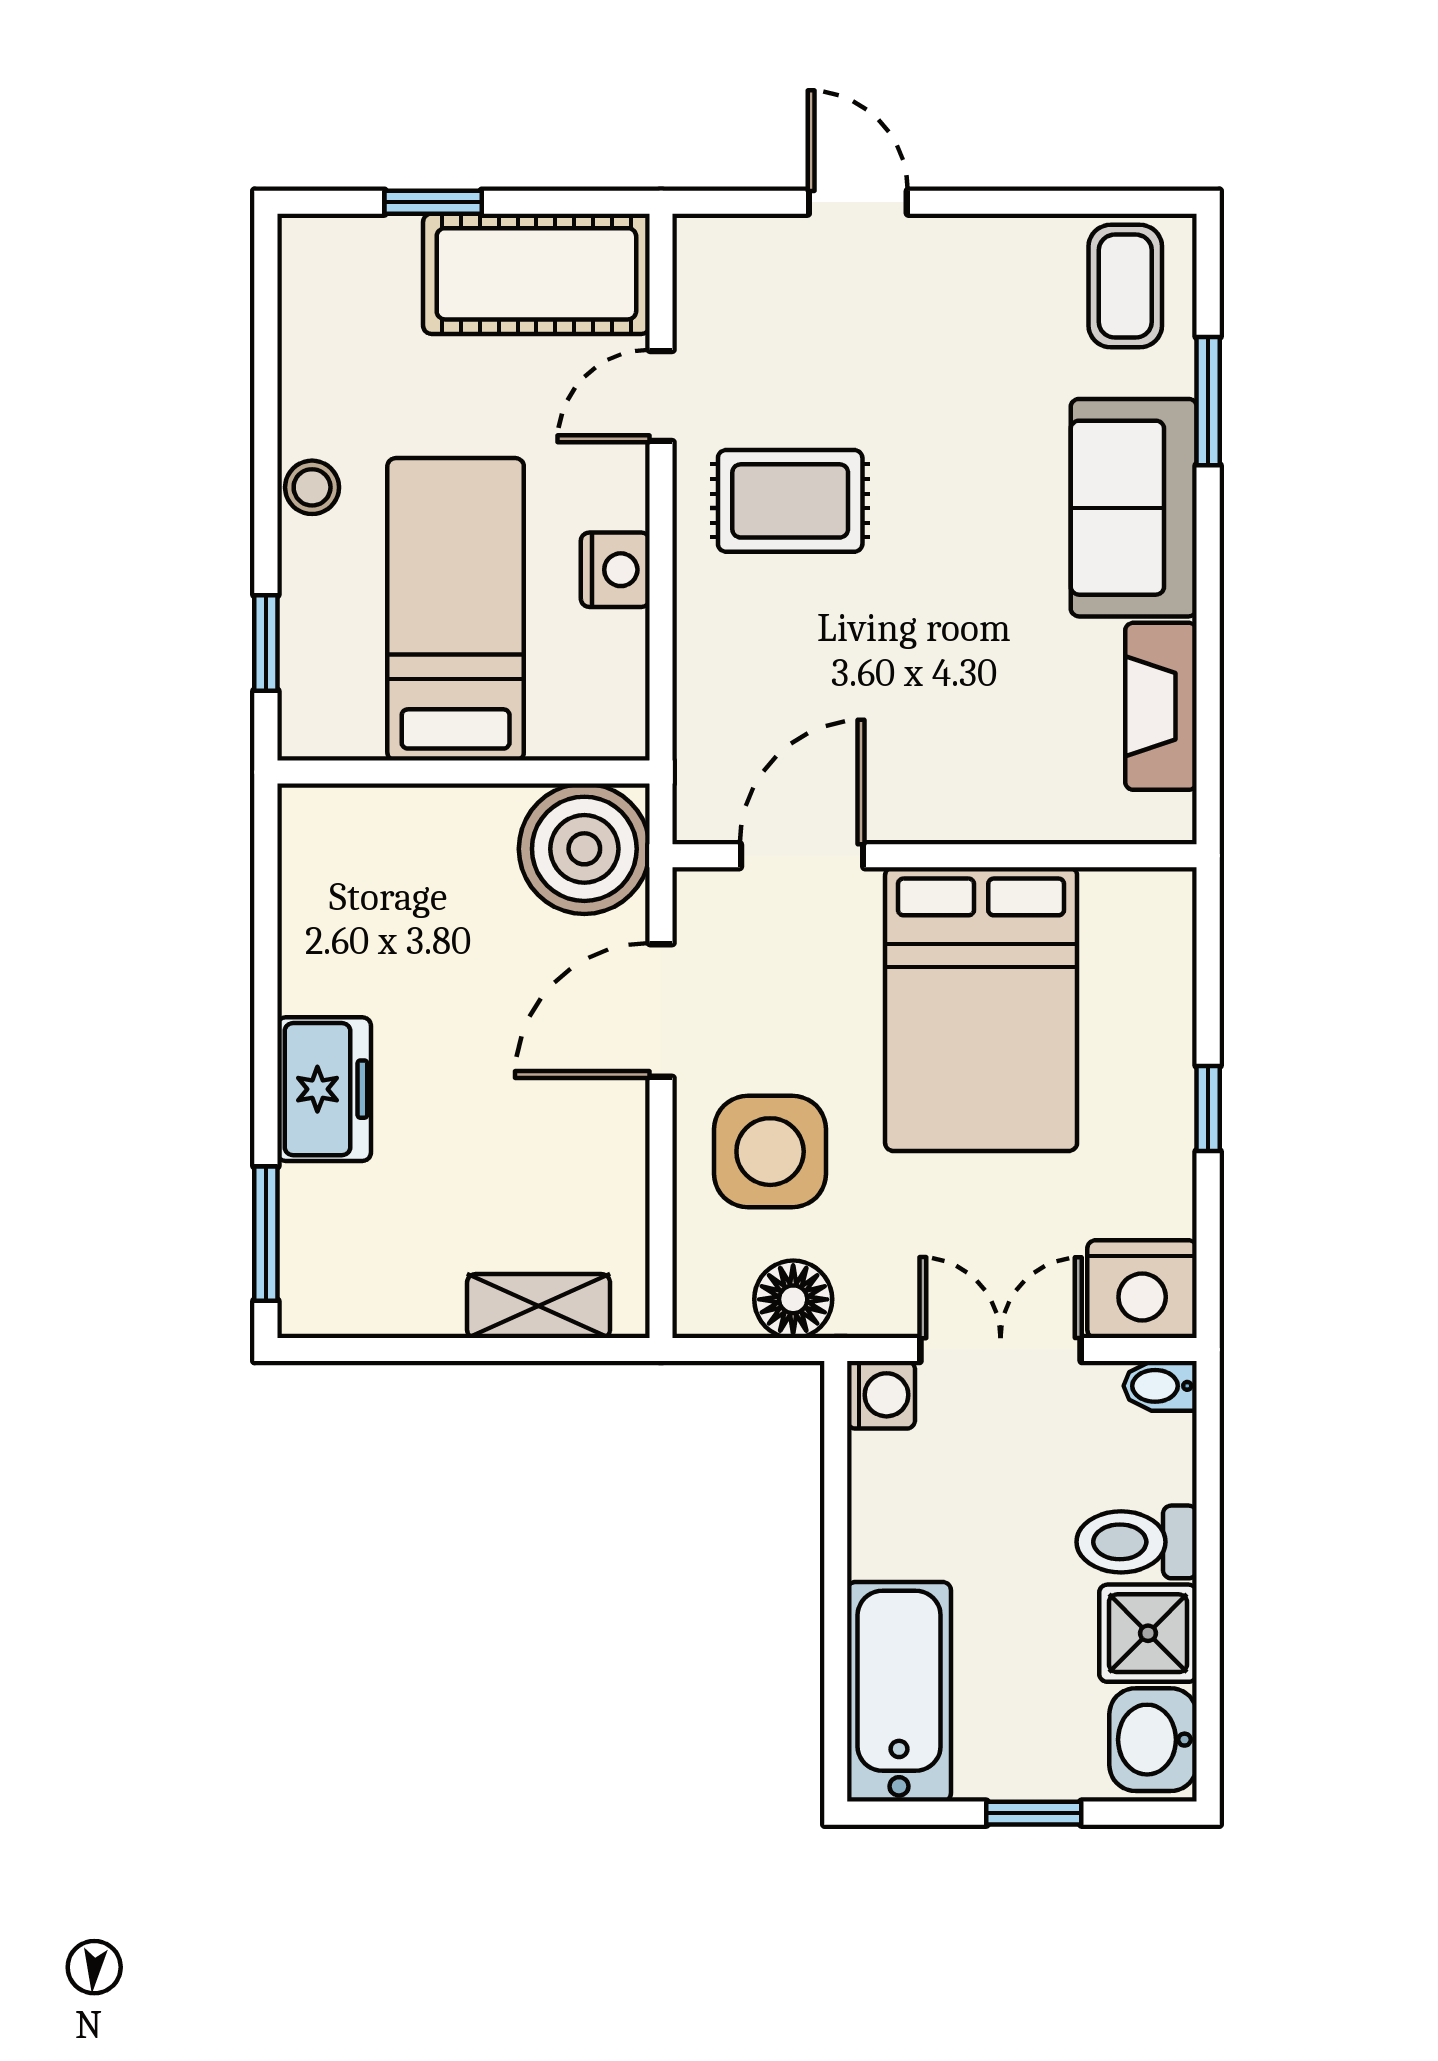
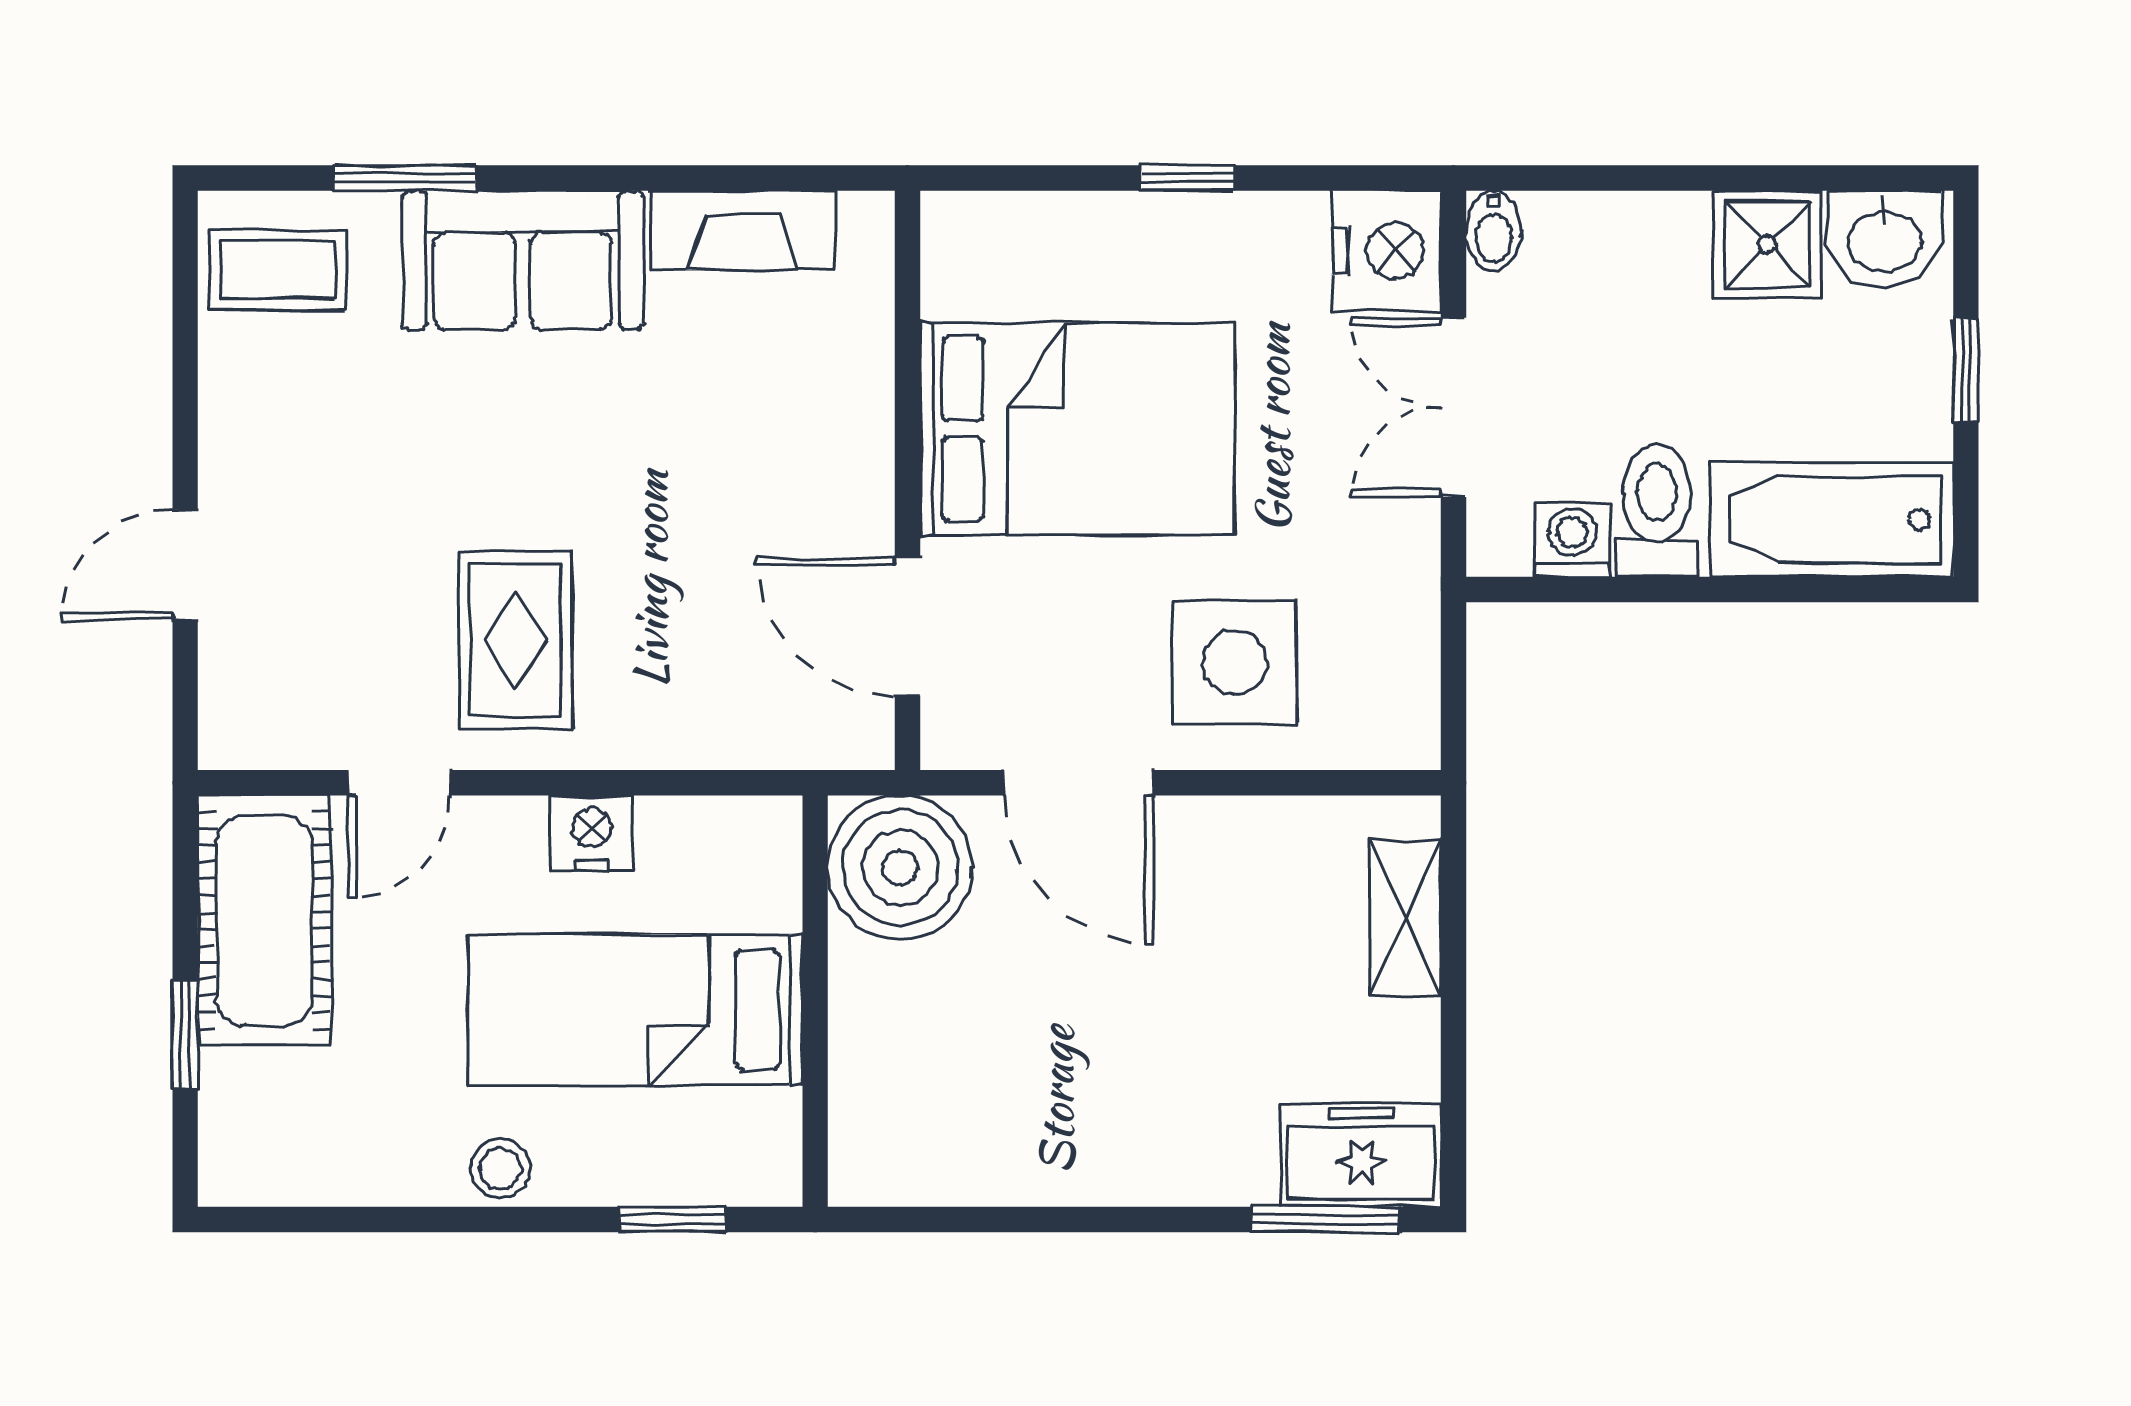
door: (661, 396) -> (399, 783), hinge flipped
freezer: (324, 1089) -> (1361, 1155), moved
floor lamp: (793, 1299) -> (1398, 637), removed
washing machine: (881, 1395) -> (1572, 539), moved
toilet: (1137, 1542) -> (1657, 510), moved, turned 180

